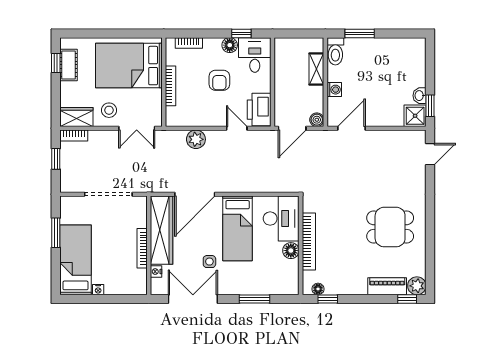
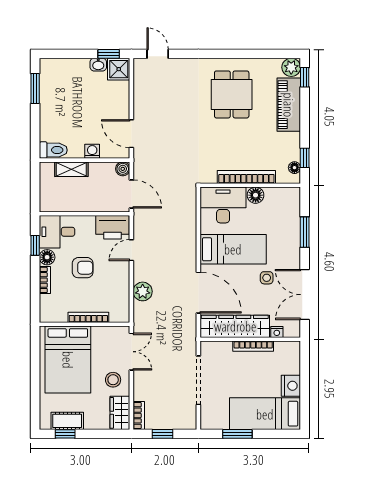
window: (360, 33) -> (35, 89), moved
bookcase: (189, 43) -> (45, 280), moved
piano: (387, 286) -> (289, 105), width x1.37, depth x1.33
nightstand: (98, 290) -> (291, 386), width x1.89, depth x1.79

